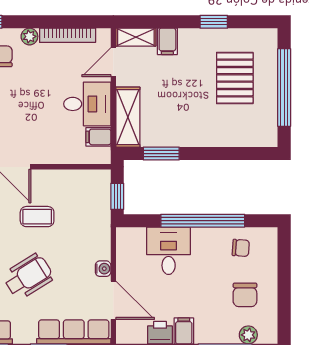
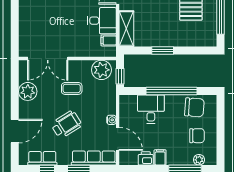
window: (161, 154) -> (163, 50), moved
plant: (87, 186) -> (101, 70), added
chair: (241, 248) -> (194, 107), width x1.87, depth x1.87
chair: (245, 295) -> (197, 136), turned -90

